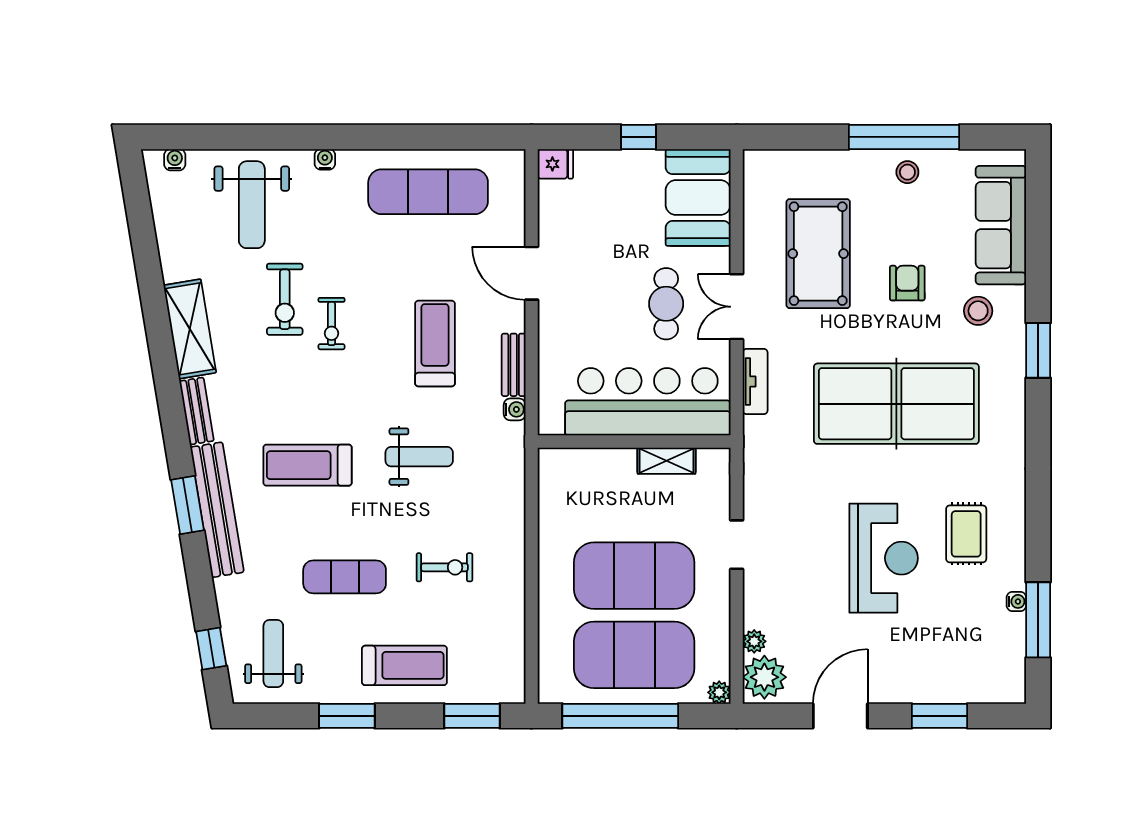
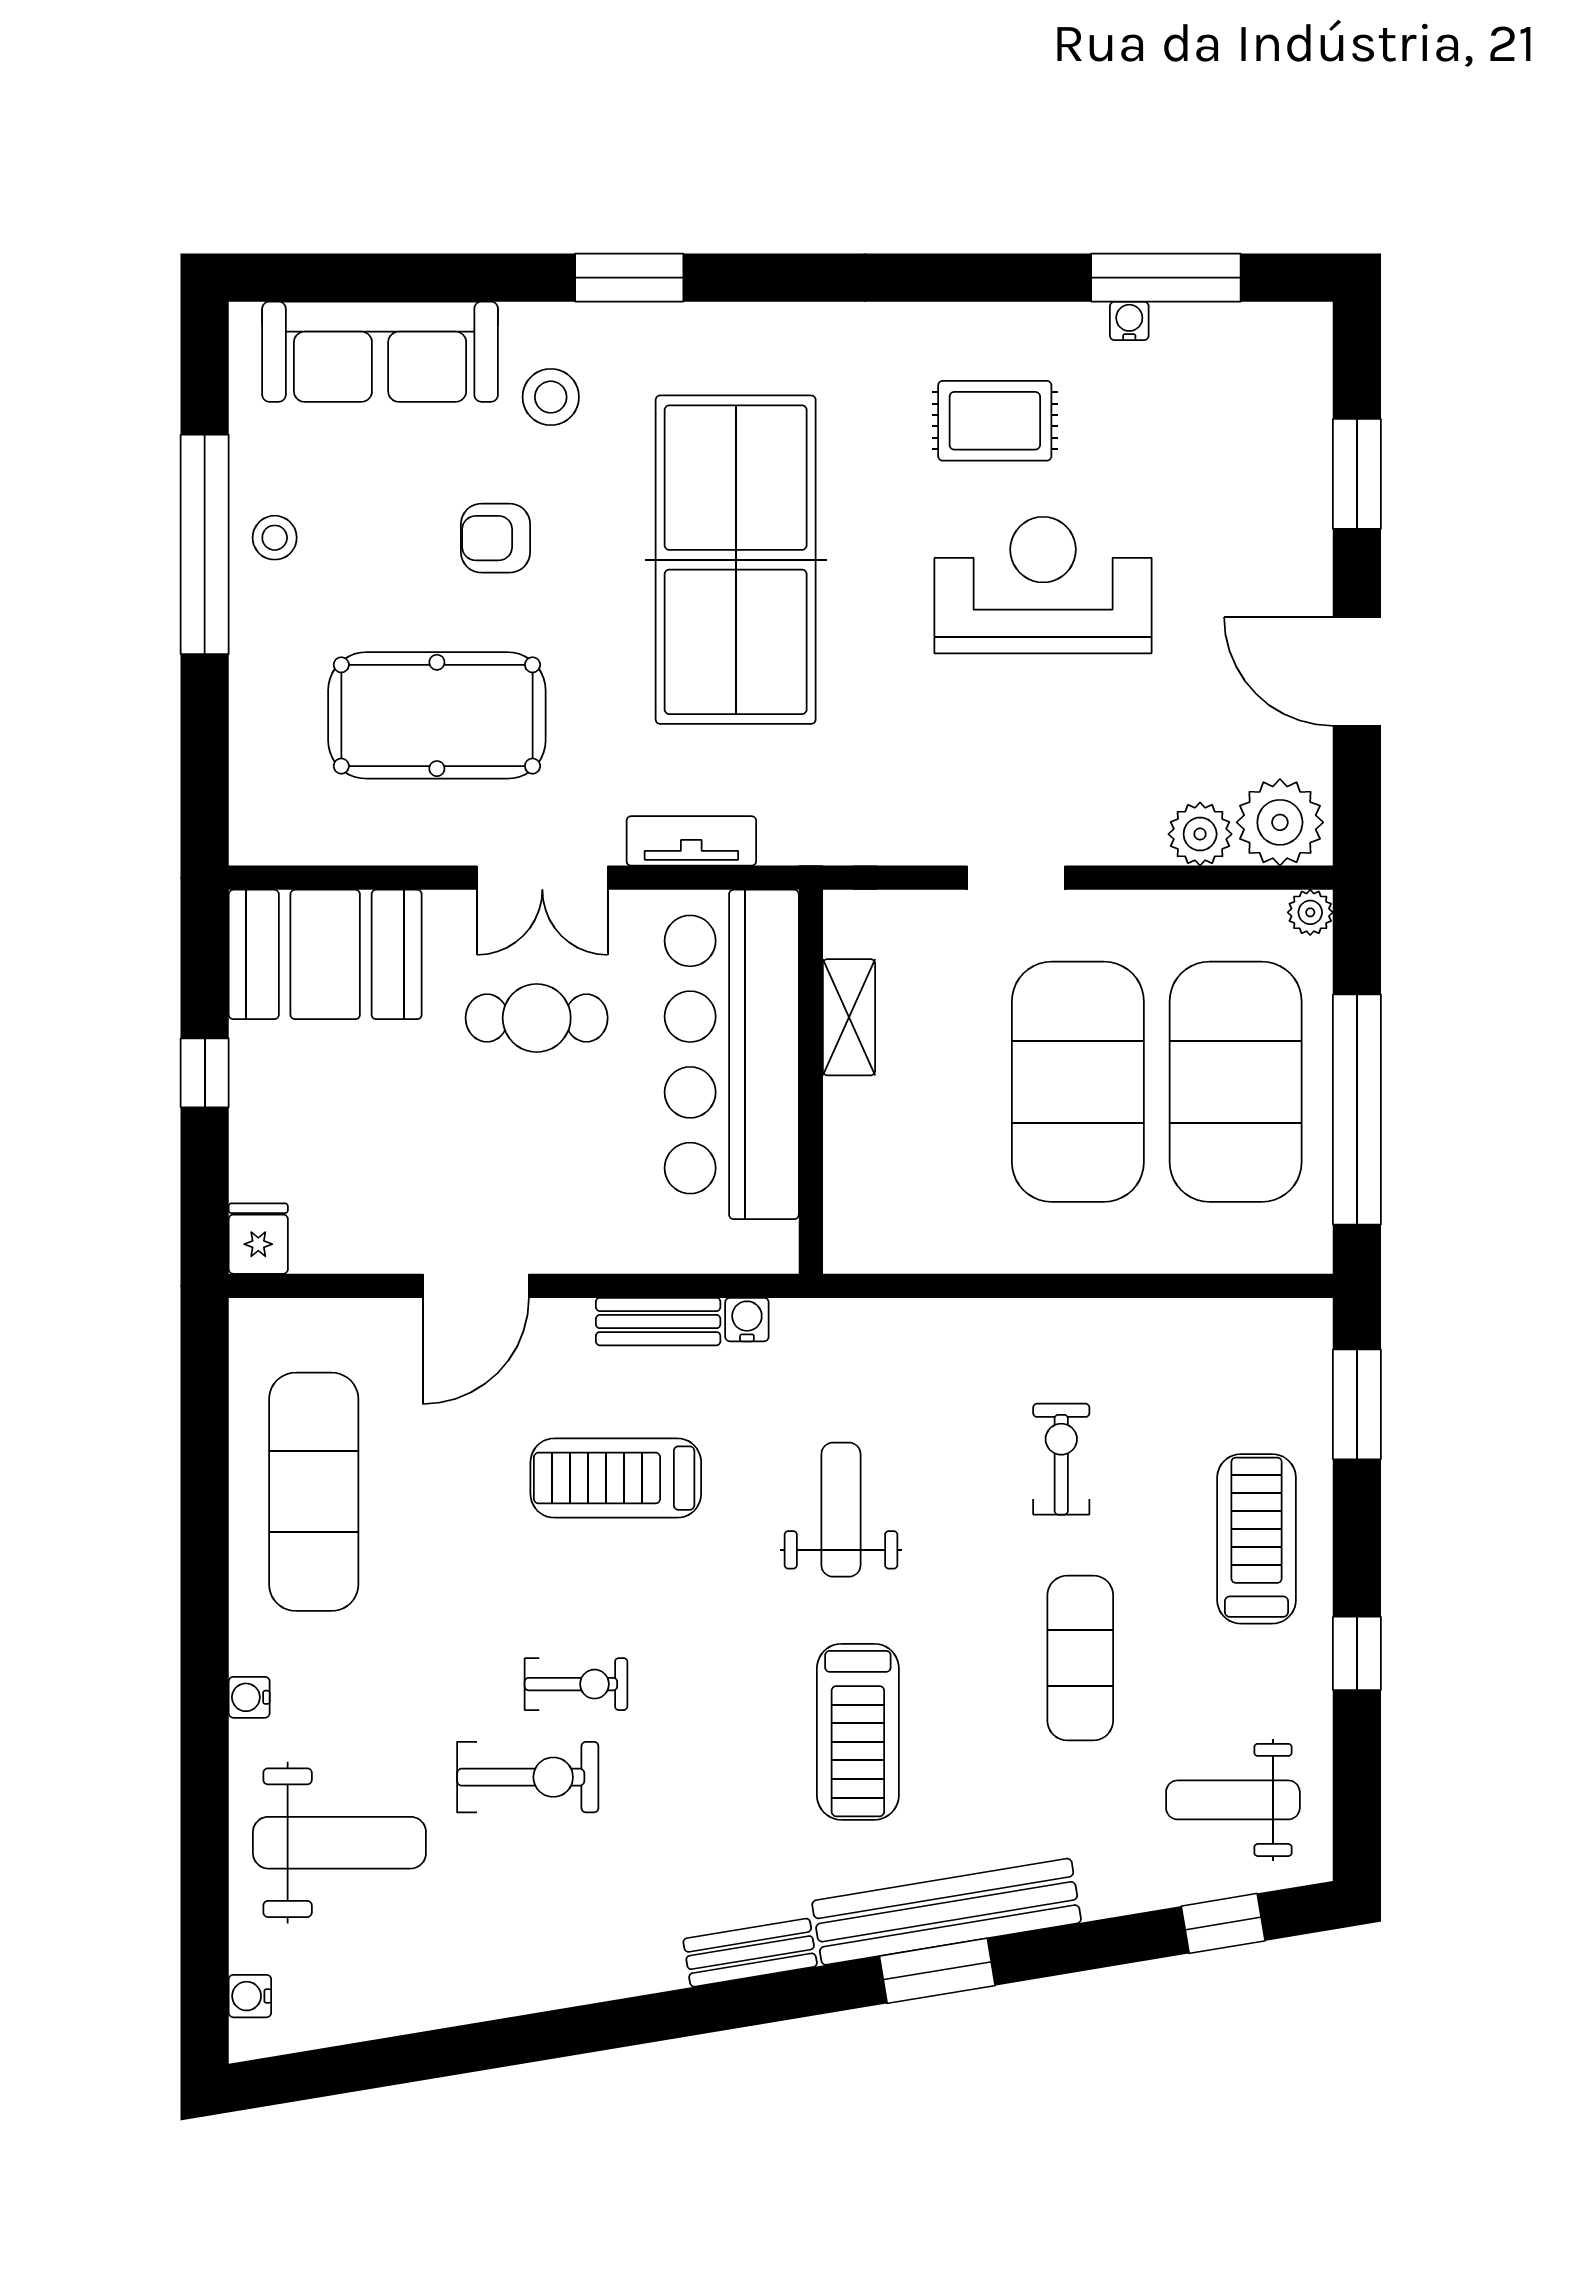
shelving: (190, 329) -> (587, 1966), removed
plant: (754, 641) -> (1200, 834), width x1.38, depth x1.38
window: (347, 716) -> (1357, 1653), width x0.67

